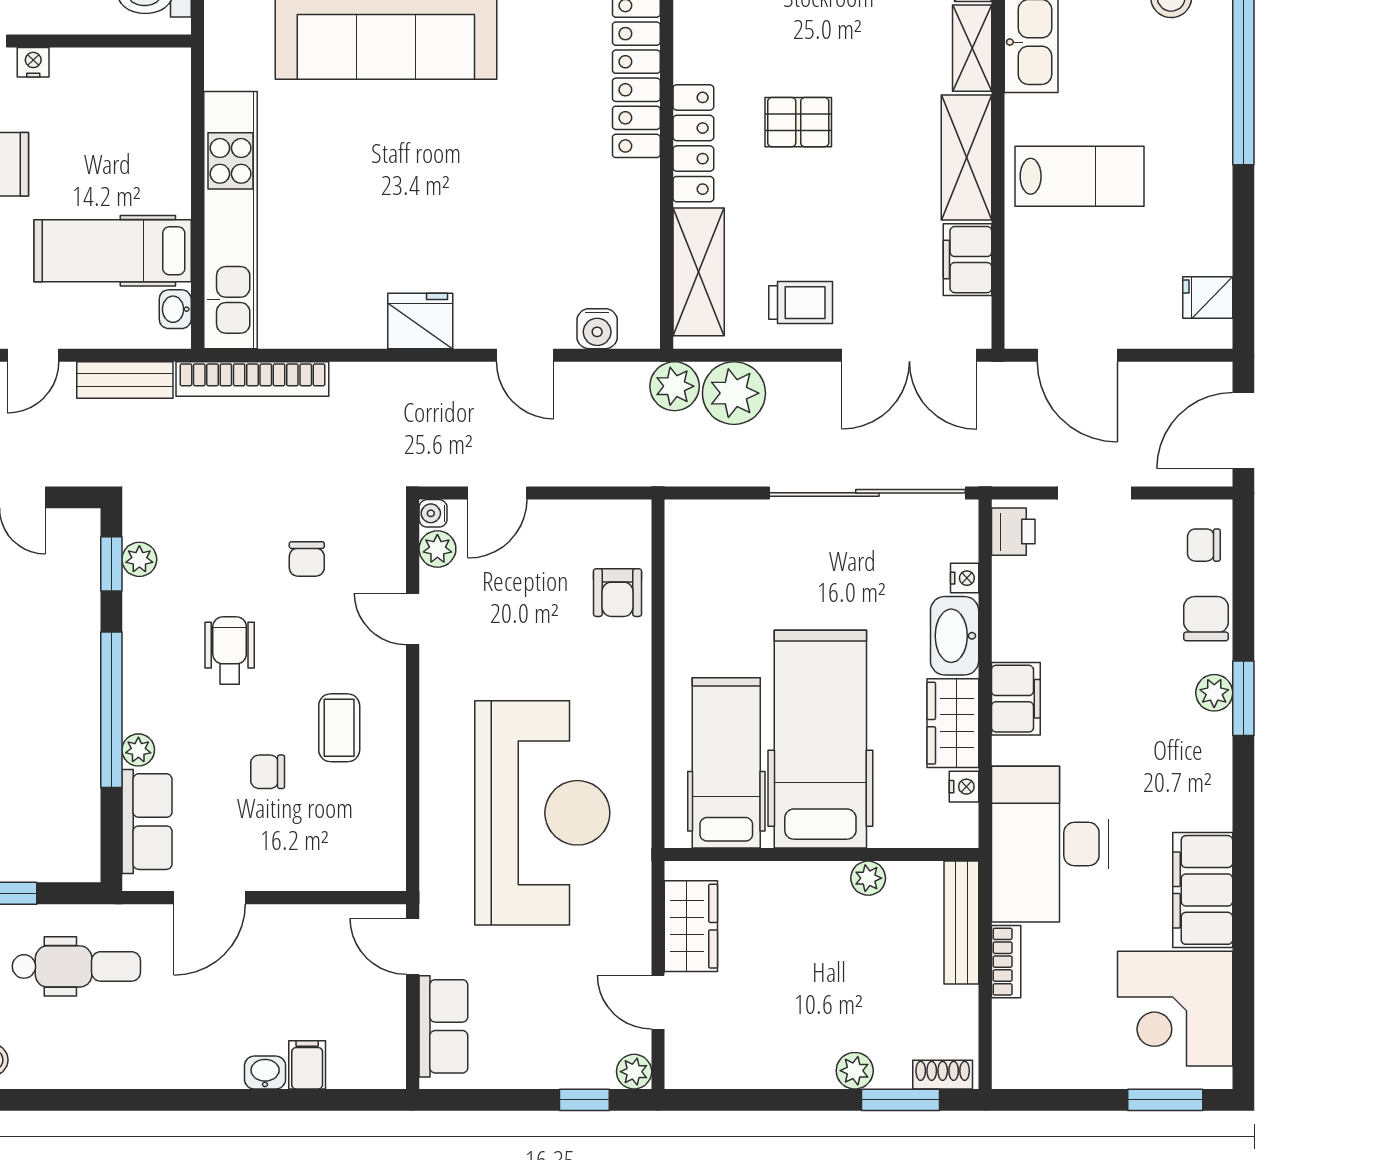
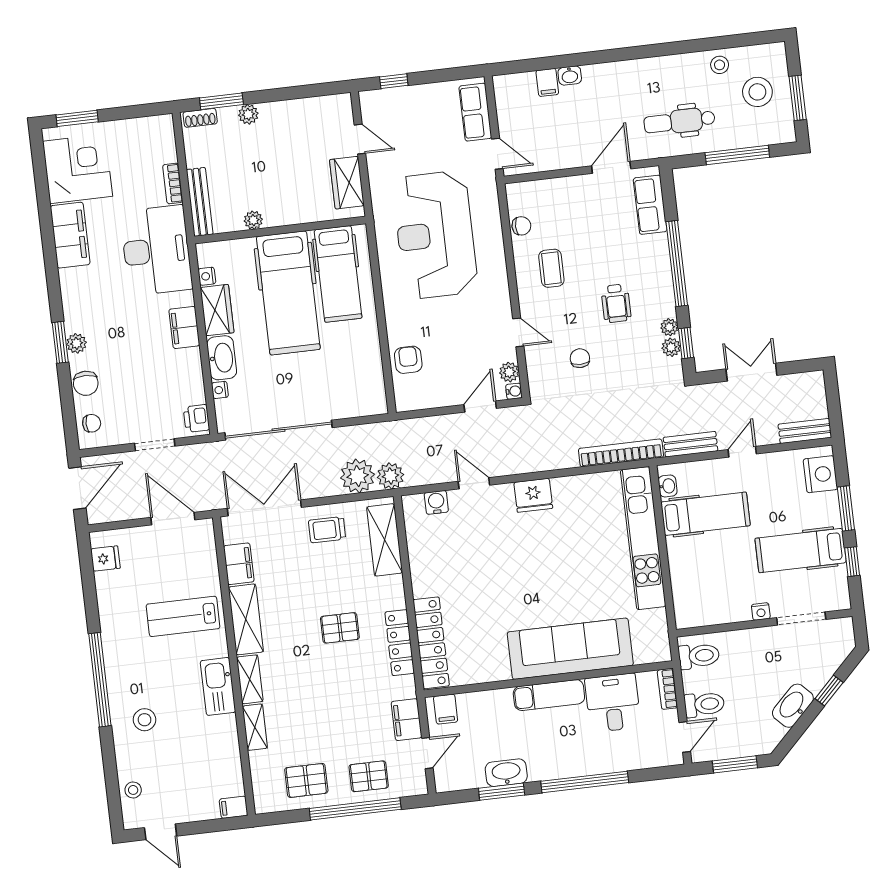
locker: (693, 143) -> (400, 643), moved
plant: (138, 750) -> (669, 327), moved
chair: (268, 772) -> (521, 226), moved
plant: (634, 1072) -> (369, 100), removed

